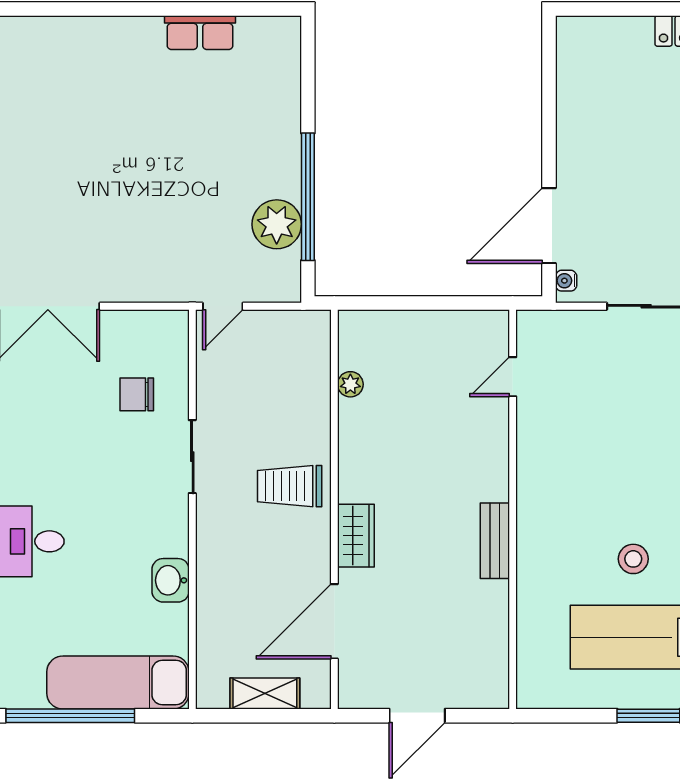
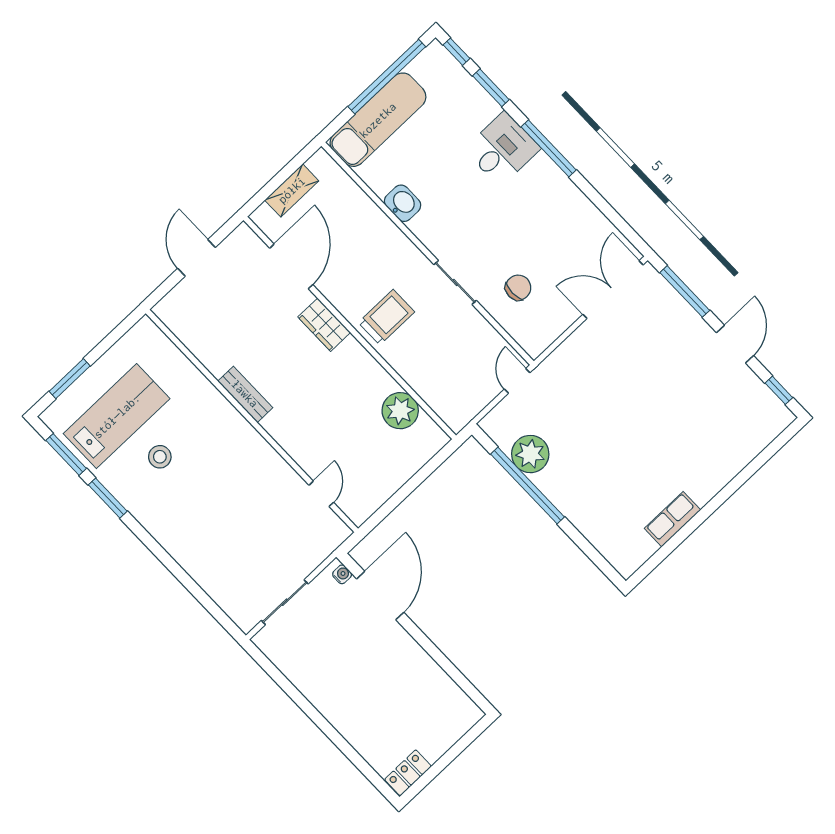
plant: (350, 384) -> (400, 411), width x1.88, depth x1.88

